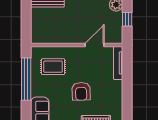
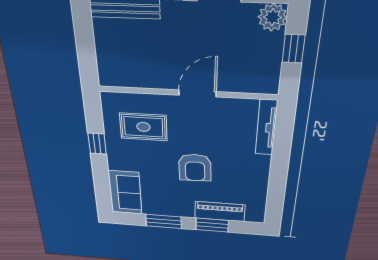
door: (94, 45) -> (197, 93), moved
window: (26, 79) -> (97, 144), width x0.32

